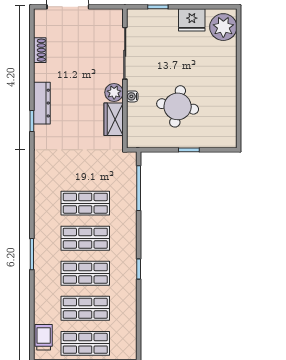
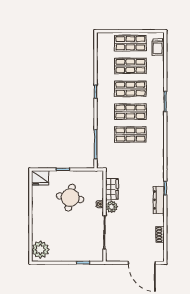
fridge: (192, 20) -> (40, 178), moved, turned 180

